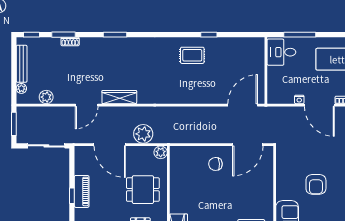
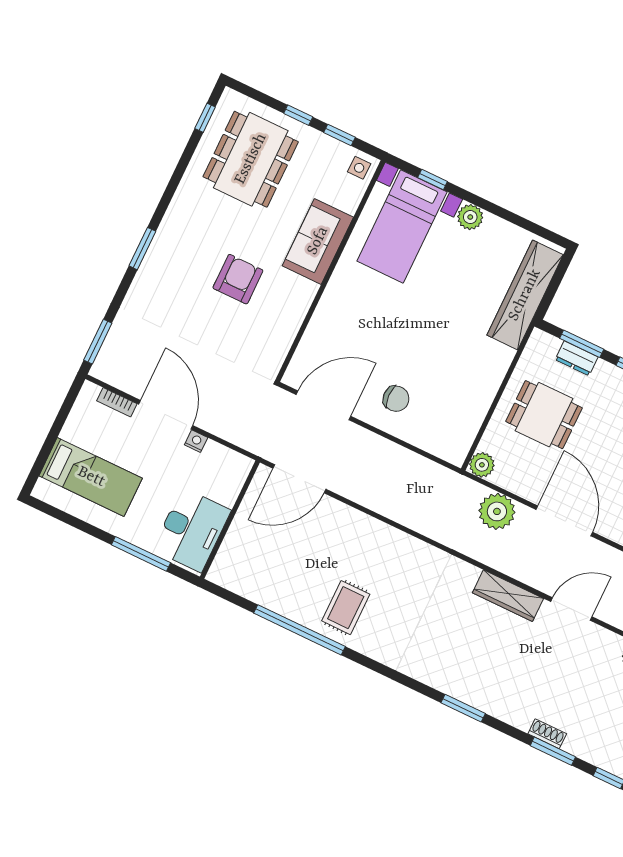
window: (209, 35) -> (300, 630), width x3.17
desk: (281, 52) -> (192, 530), width x1.37
rug: (192, 55) -> (346, 608), turned 90

